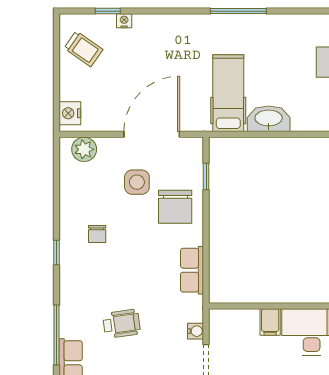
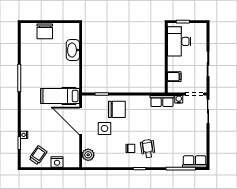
hospital bed: (228, 93) -> (60, 96), moved
nightstand: (70, 113) -> (57, 162), moved
washbasin: (269, 119) -> (73, 50), moved
row of seats: (192, 270) -> (162, 101), moved
filing cabinet: (270, 322) -> (174, 77), moved
wheelchair: (122, 324) -> (148, 149), moved

